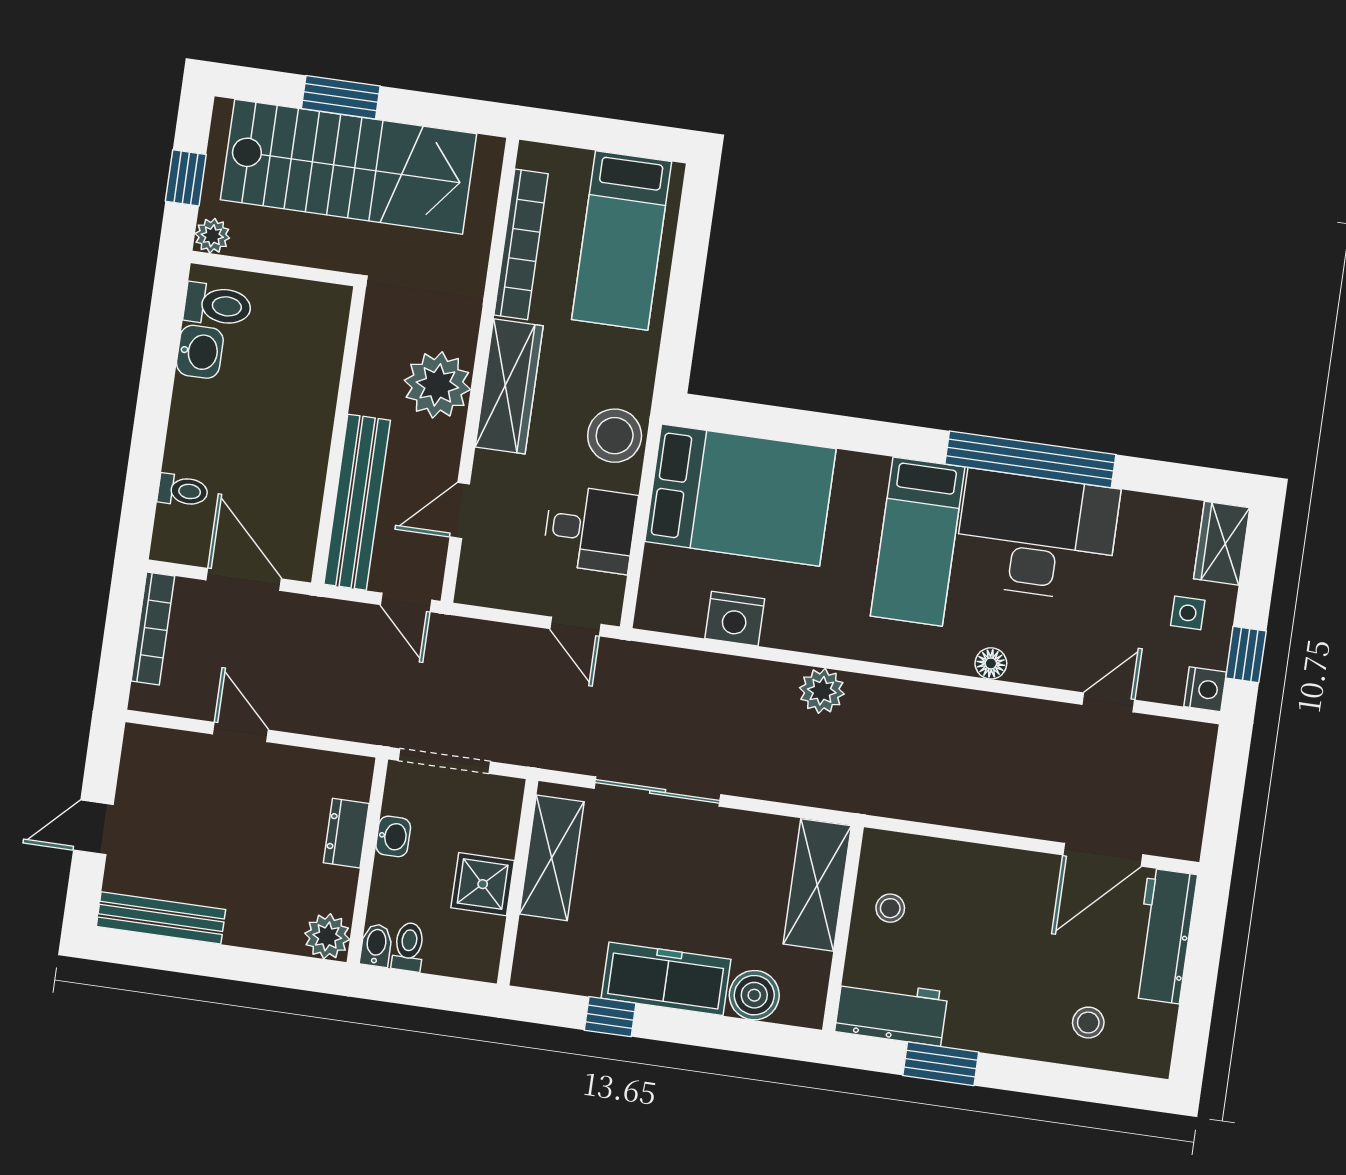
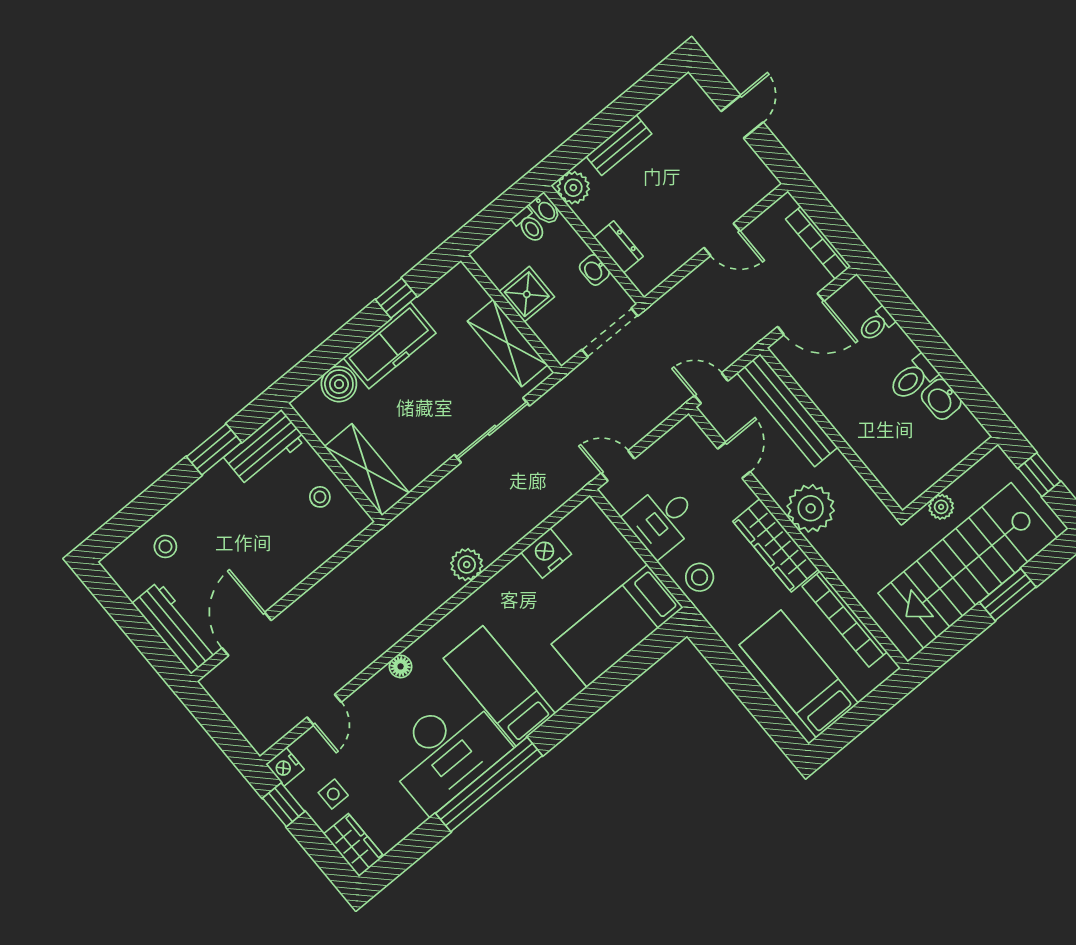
plant: (212, 236) -> (941, 507), moved
toilet: (218, 305) -> (913, 378), moved
stool: (615, 436) -> (700, 577), width x0.73, depth x0.73
bed: (740, 495) -> (617, 626), width x0.67
bench: (161, 918) -> (619, 145), moved, width x0.73

